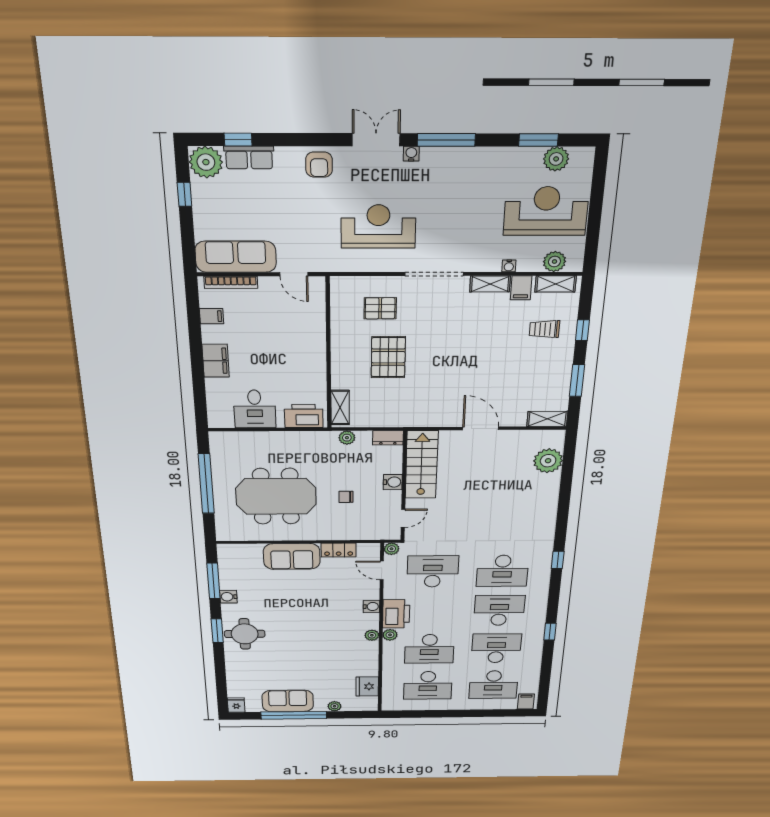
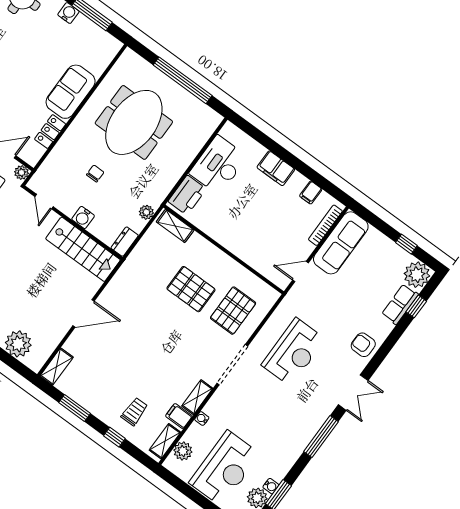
water cooler: (411, 154) -> (271, 486), moved
pallet: (380, 308) -> (233, 311), width x1.50, depth x1.42
desk: (255, 409) -> (218, 165), width x1.37

